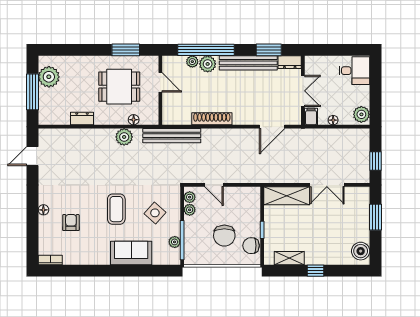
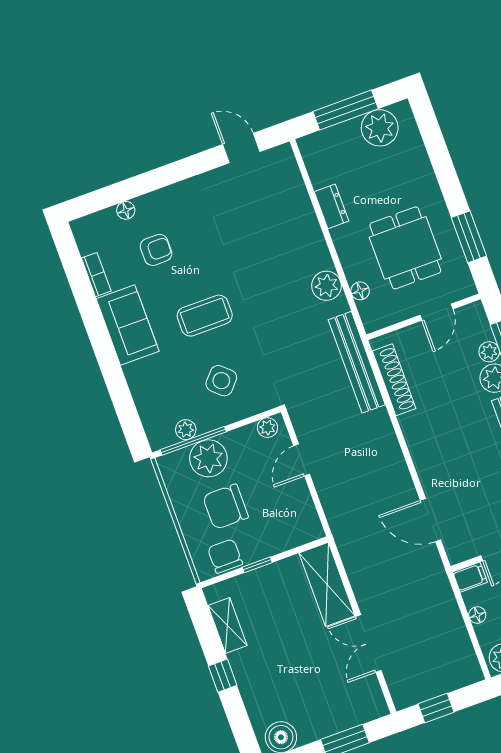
shoe rack: (212, 119) -> (394, 380), moved
floor lamp: (43, 210) -> (126, 210), moved
plant: (190, 210) -> (208, 458), moved, width x1.87, depth x1.87
sofa: (131, 253) -> (128, 325), moved
bookcase: (50, 260) -> (96, 275), moved

